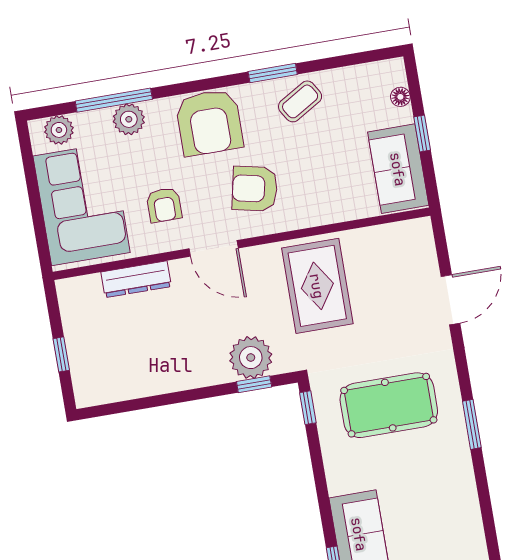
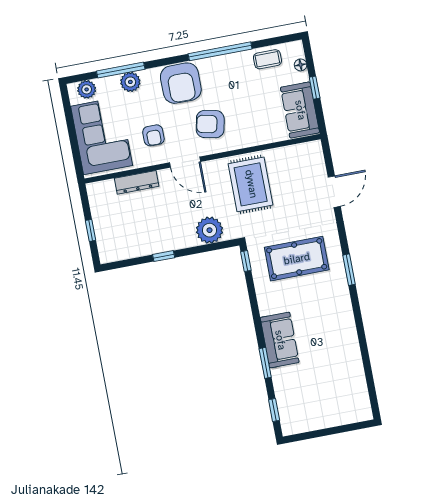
window: (273, 73) -> (220, 51), width x2.11
coffee table: (300, 101) -> (267, 59), moved, turned 31
window: (254, 384) -> (164, 256), moved

